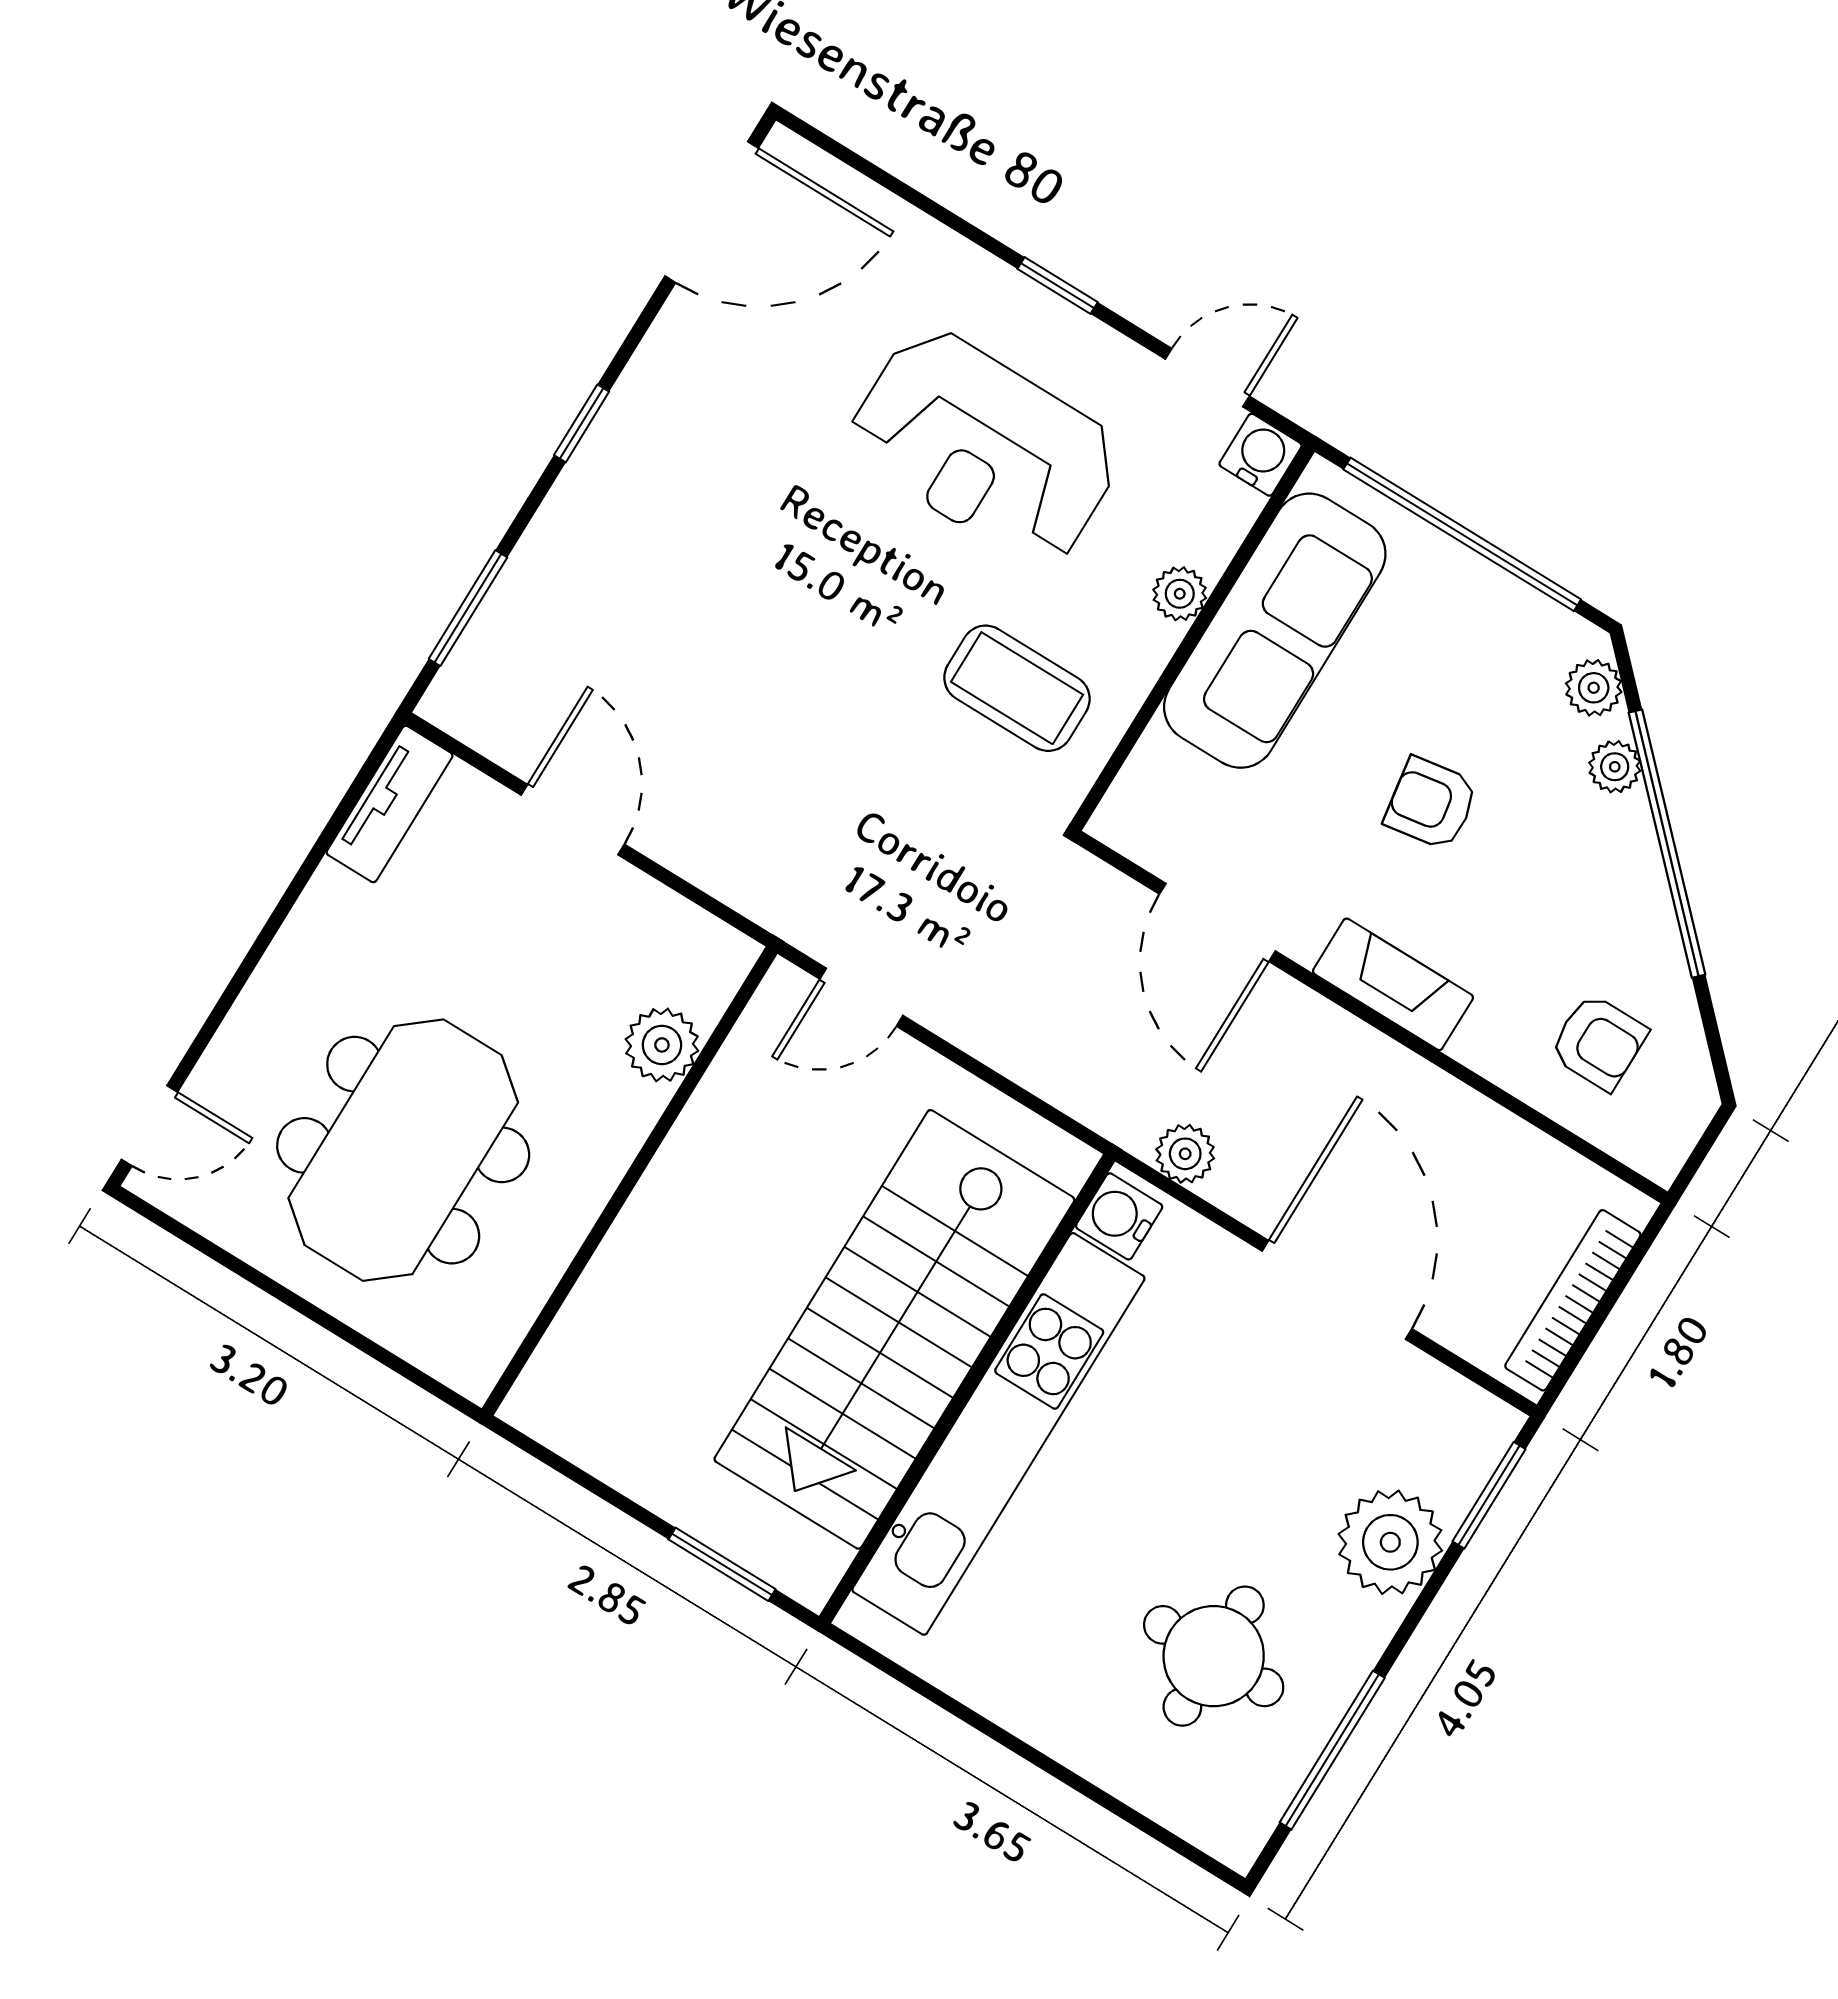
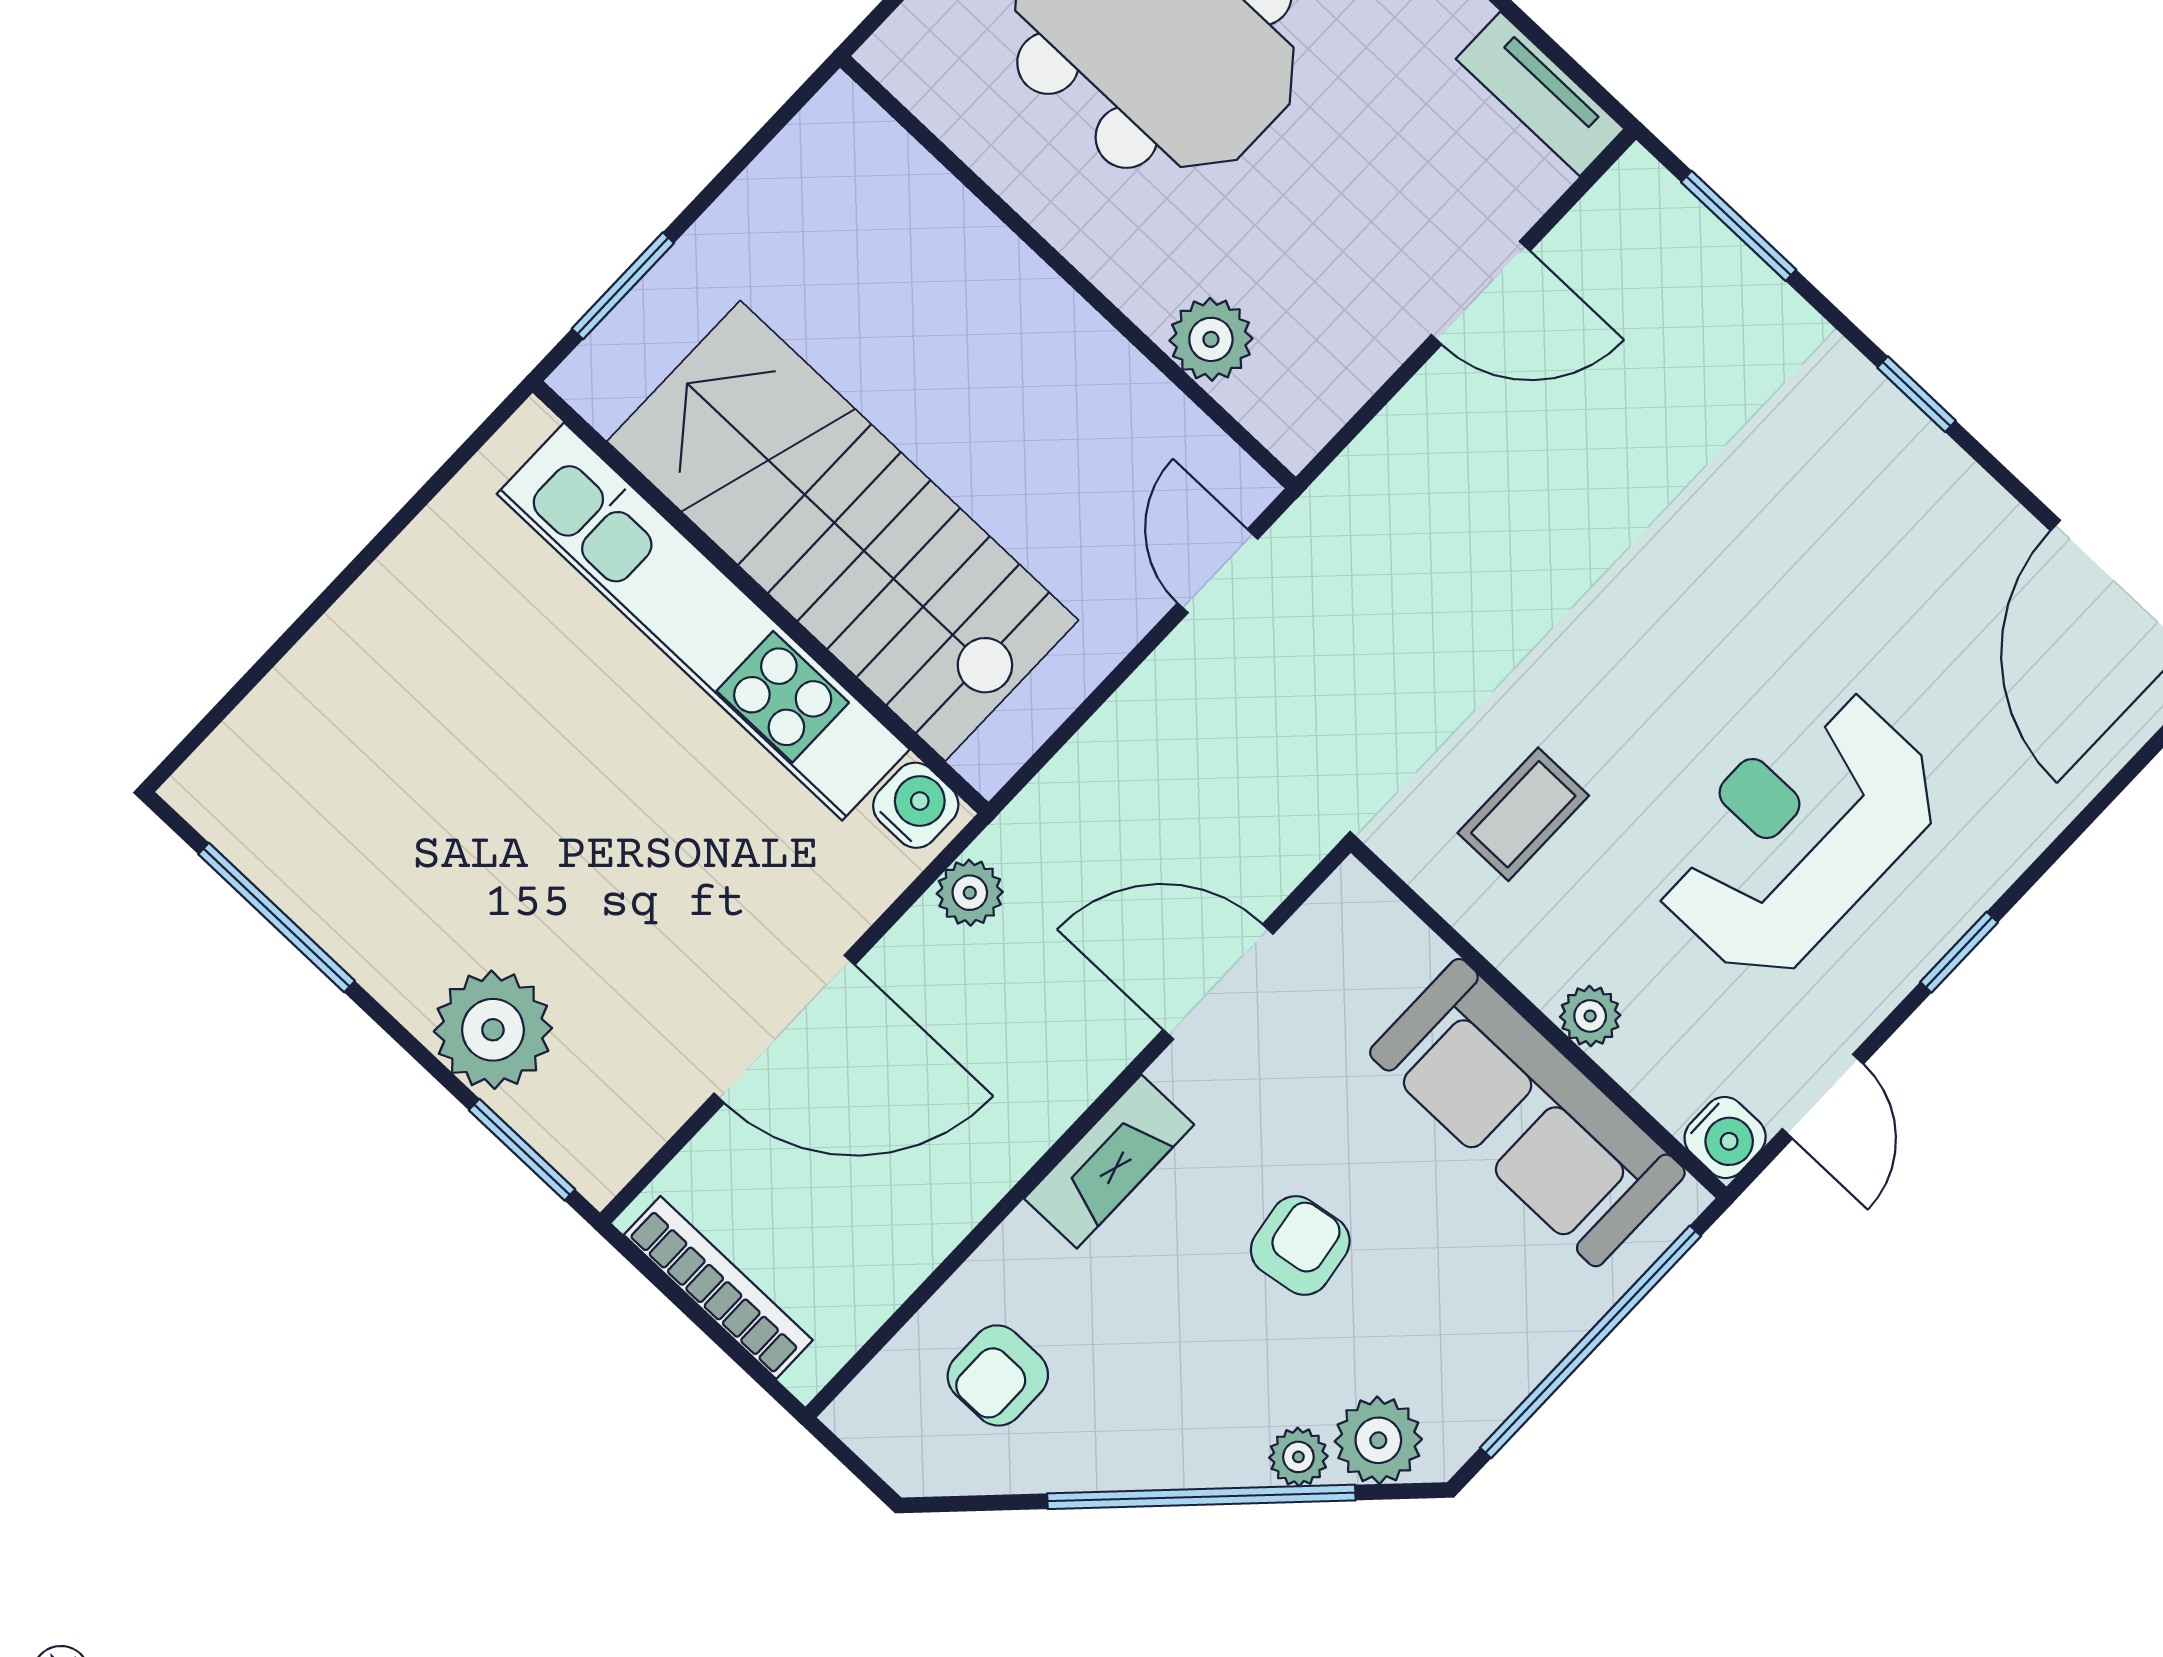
coffee table: (1017, 688) -> (1523, 814), width x0.73, depth x0.77
plant: (1594, 688) -> (1378, 1440), width x1.38, depth x1.38
round table: (1214, 1656) -> (408, 808), removed

